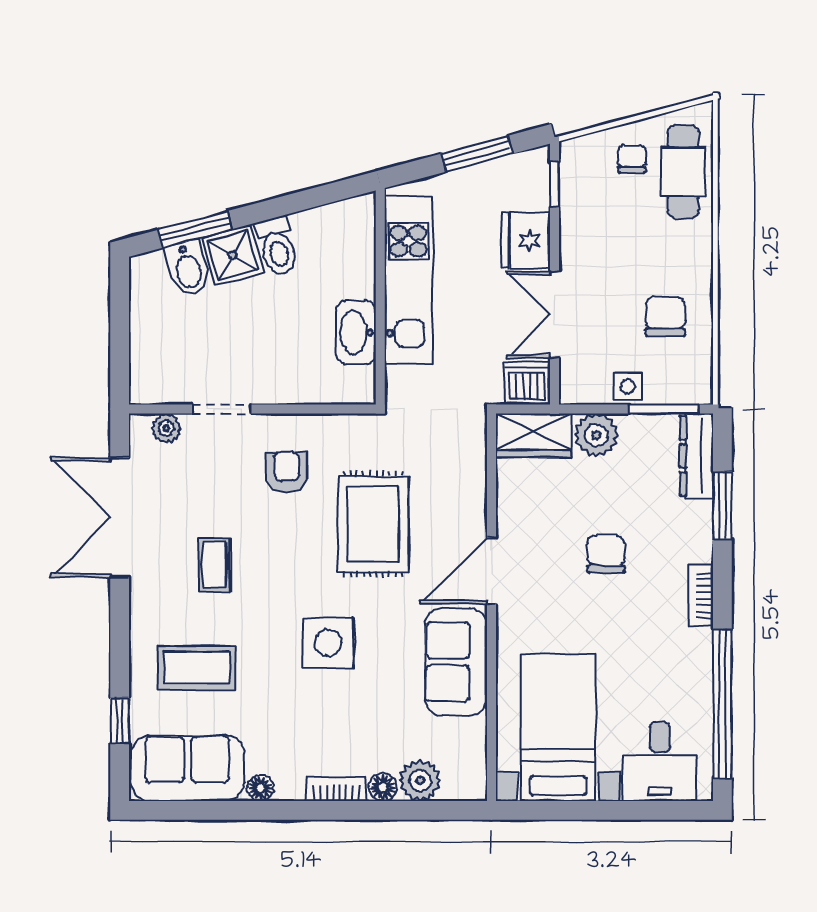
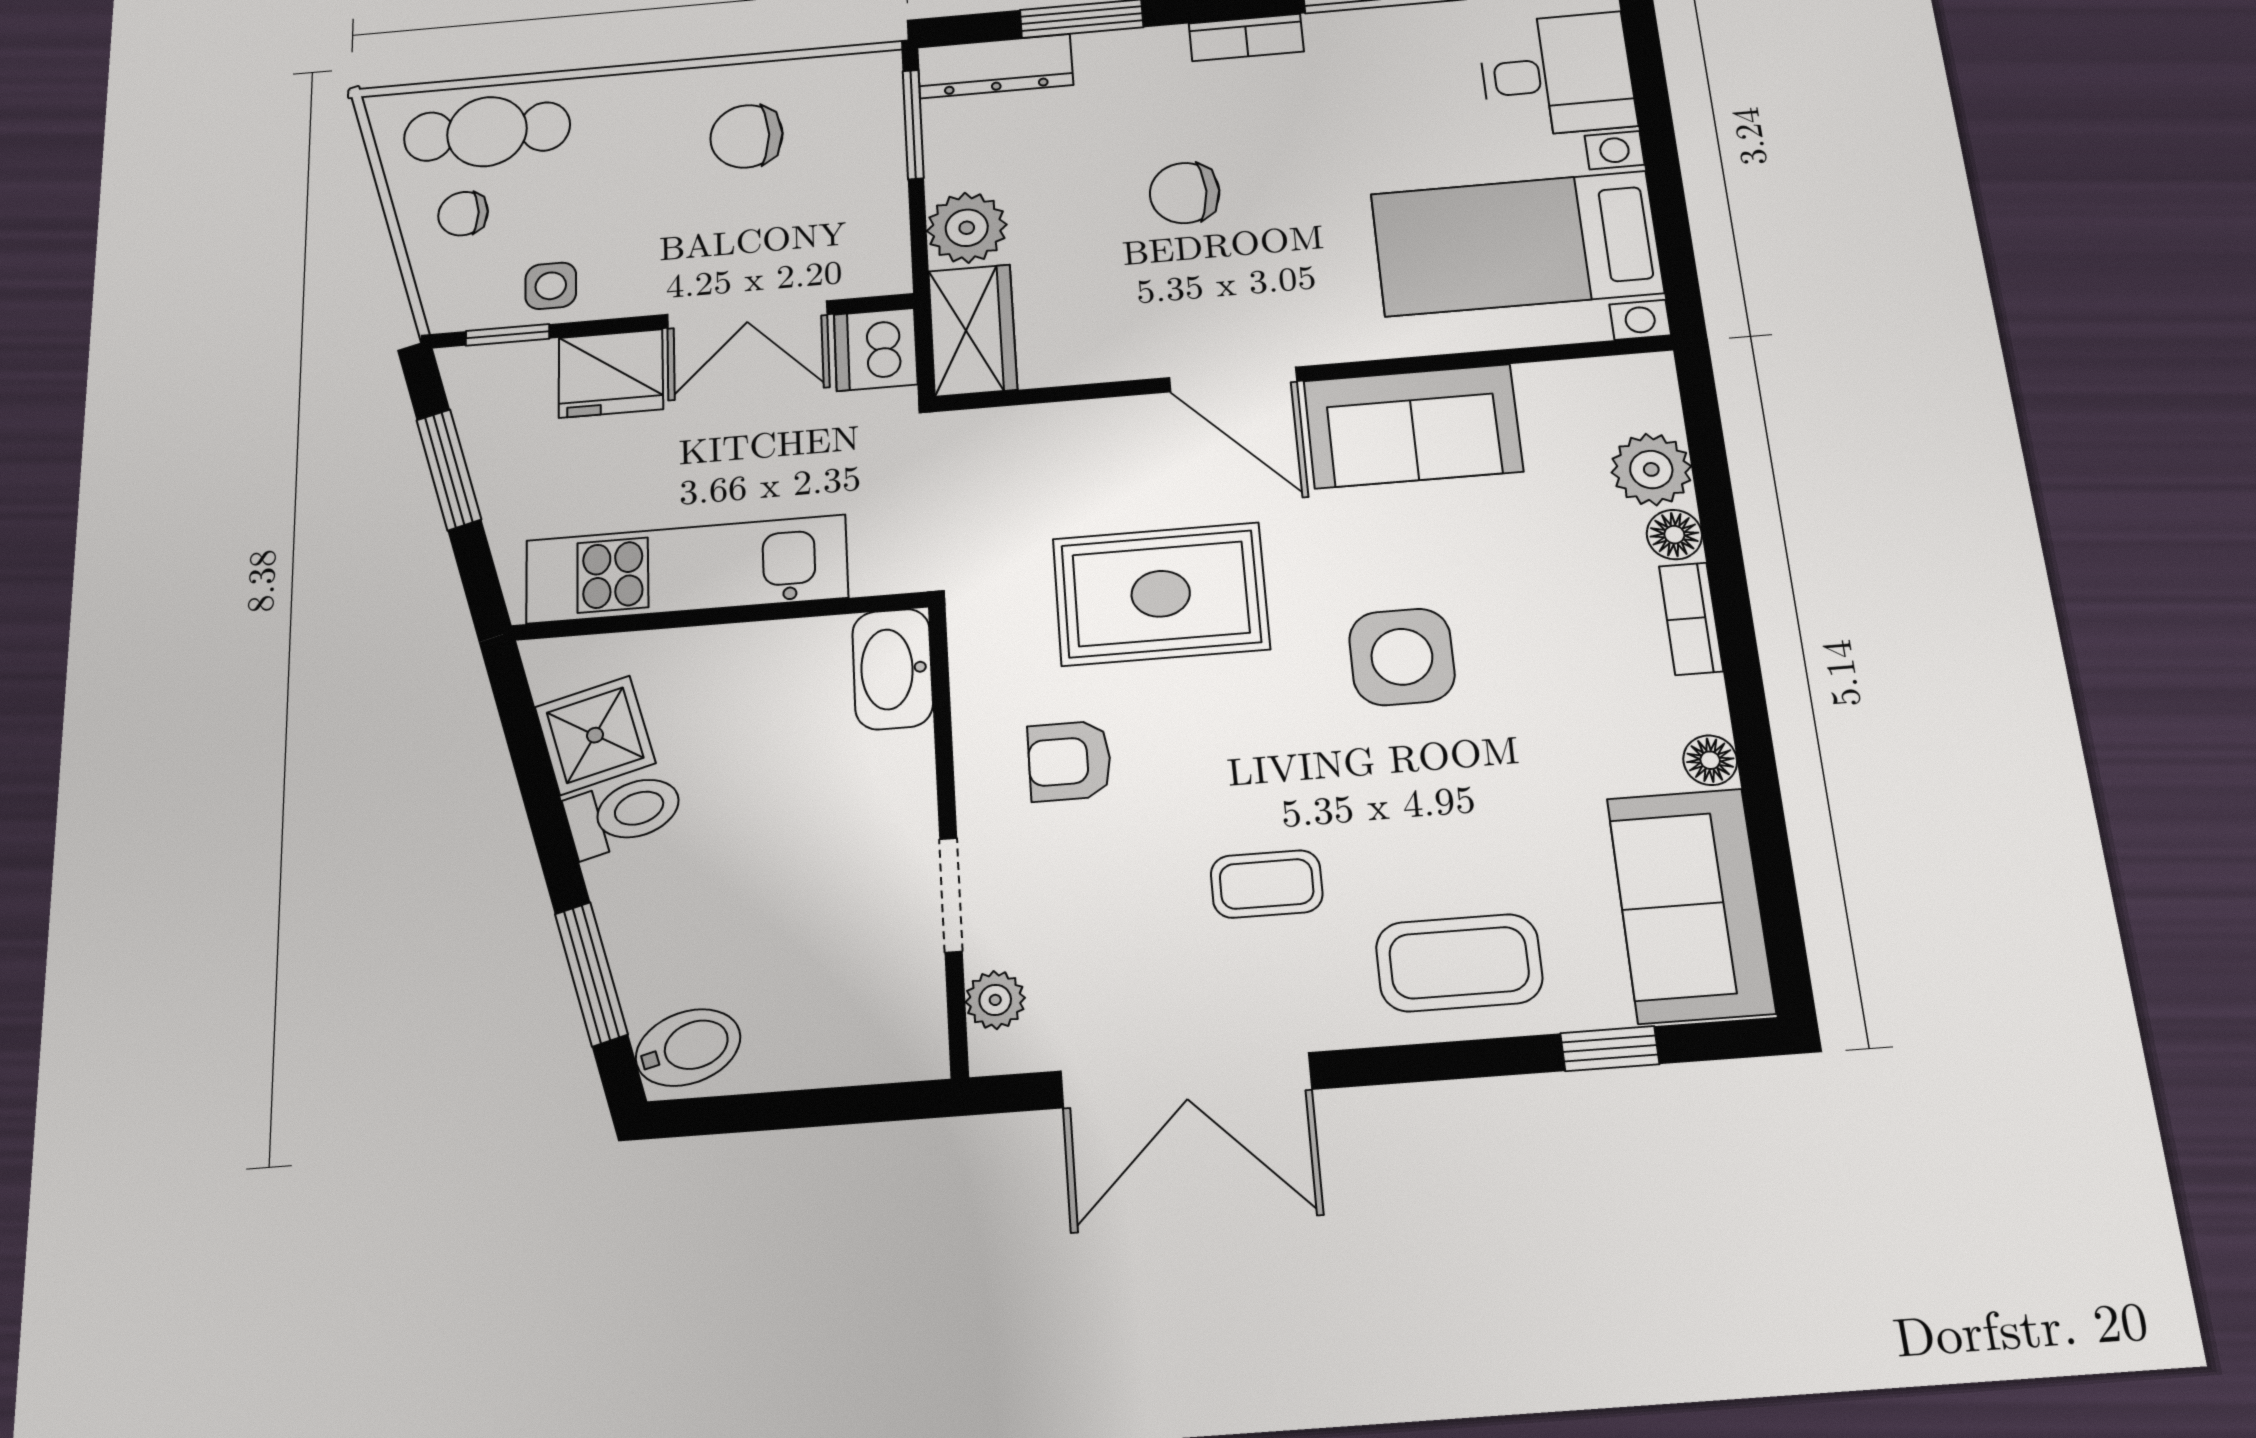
shower: (233, 255) -> (595, 735), moved
bidet: (188, 268) -> (688, 1047), moved
washbasin: (356, 332) -> (892, 669), moved, turned 90
side table: (628, 387) -> (551, 286), moved
coffee table: (197, 668) -> (1459, 963), moved, turned 90

